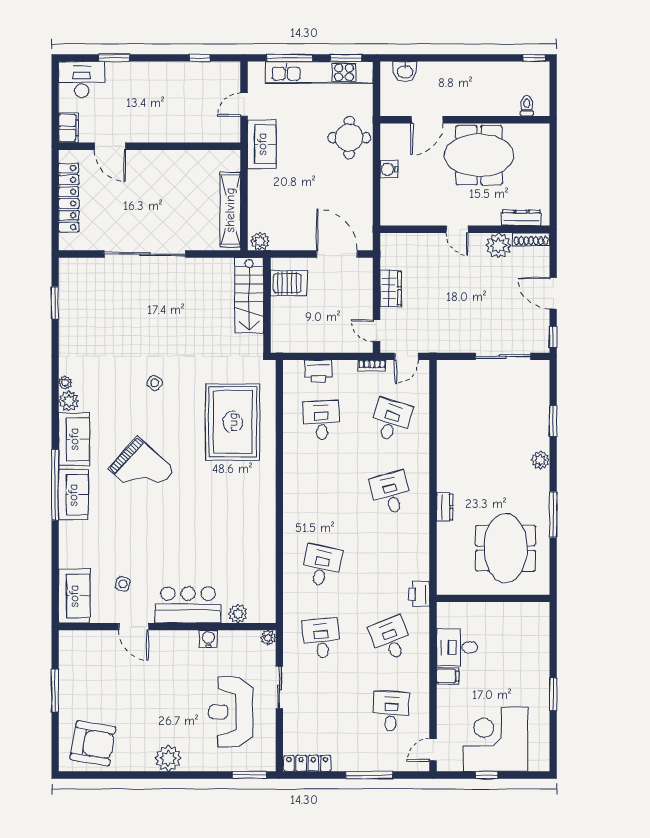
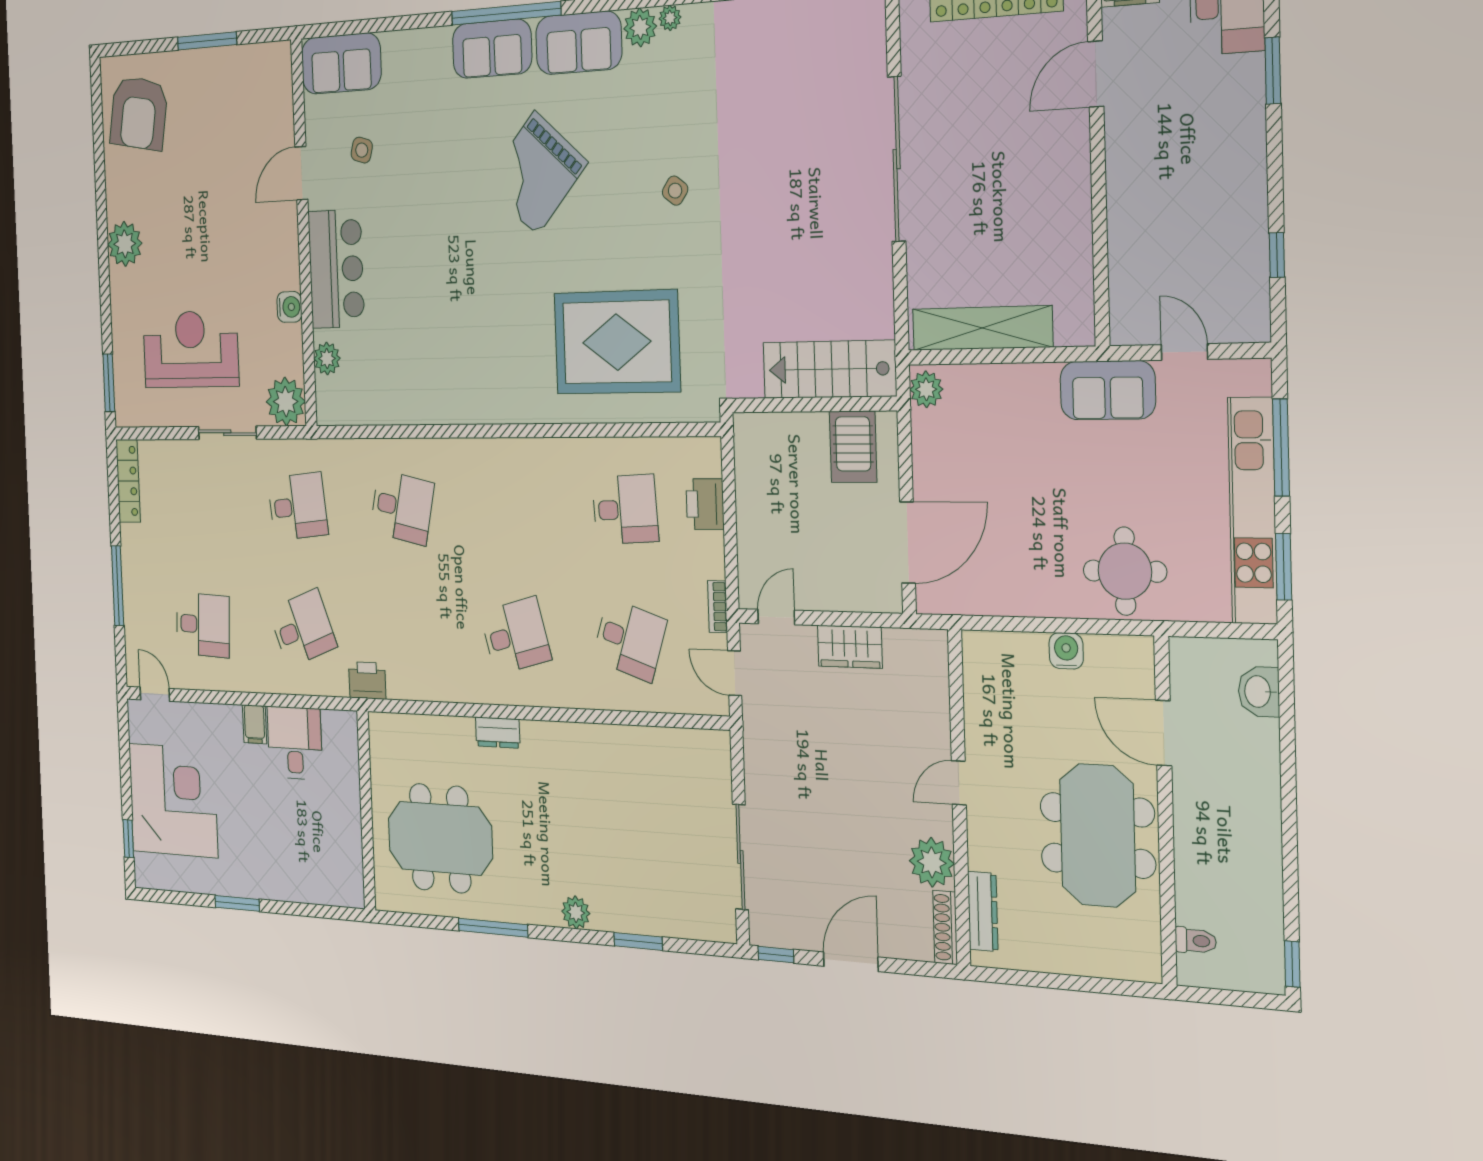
plant: (268, 638) -> (286, 402), width x1.88, depth x1.88
window: (487, 775) -> (128, 839), moved

